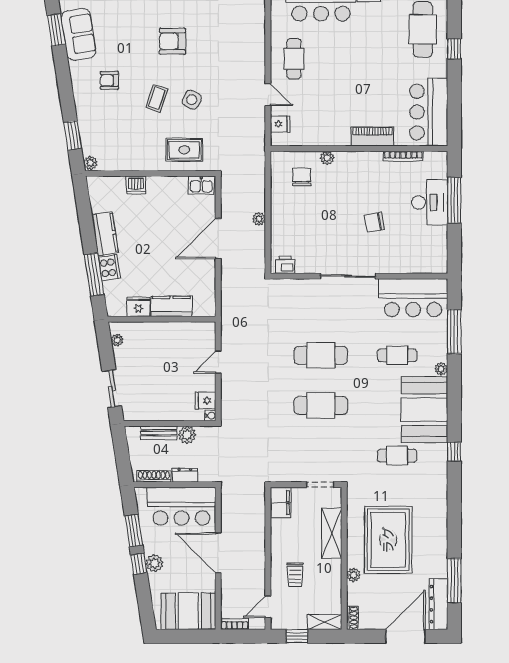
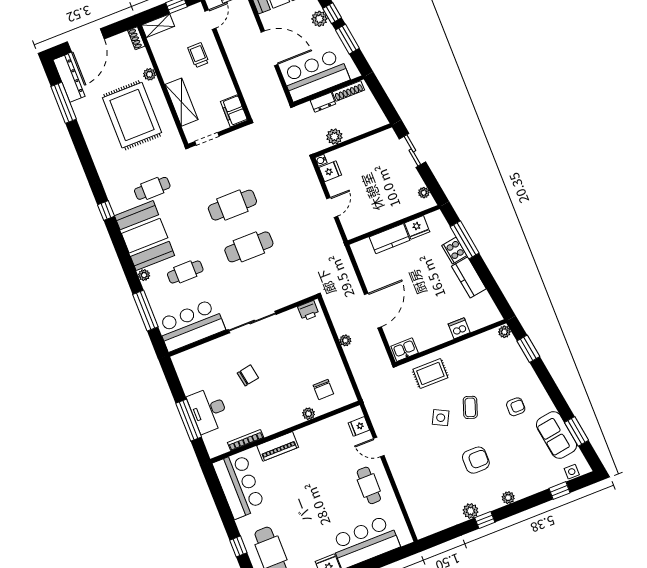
bench: (159, 433) -> (359, 129), removed

